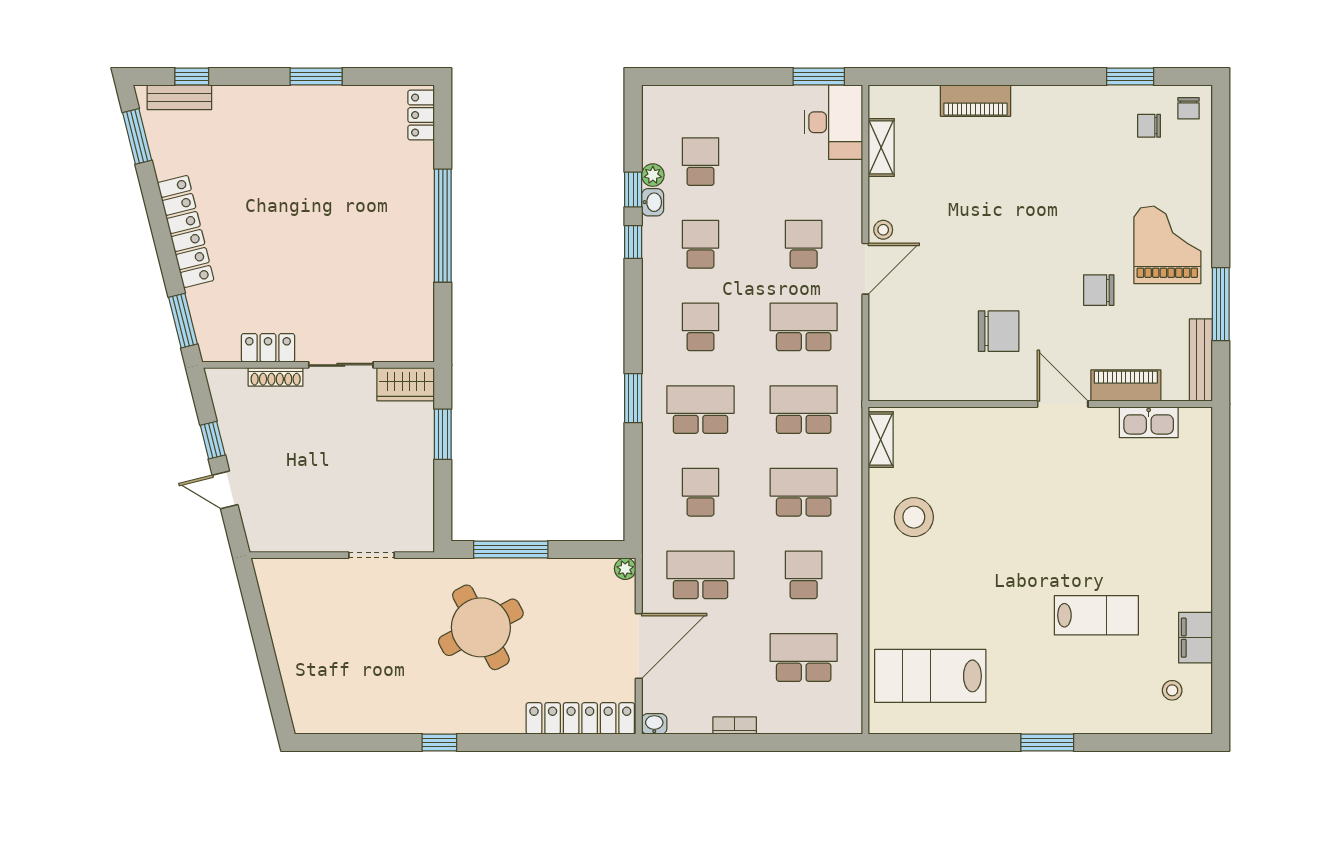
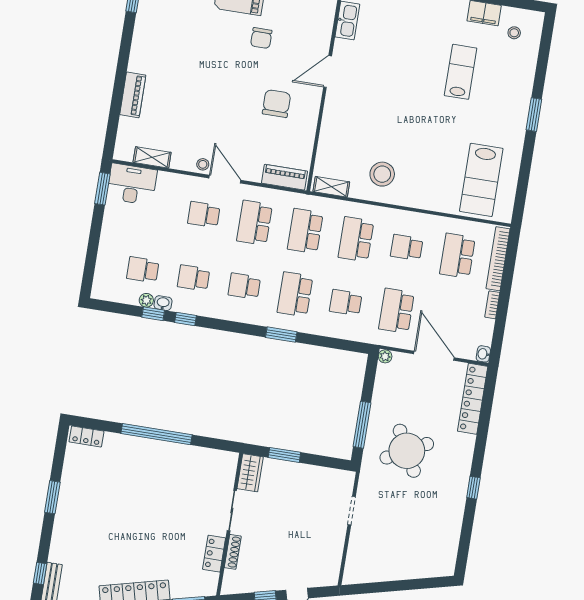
piano: (1126, 386) -> (285, 177), moved, turned 90
bookcase: (809, 723) -> (498, 259), added

